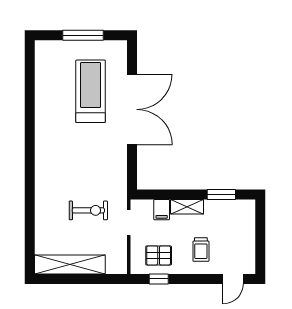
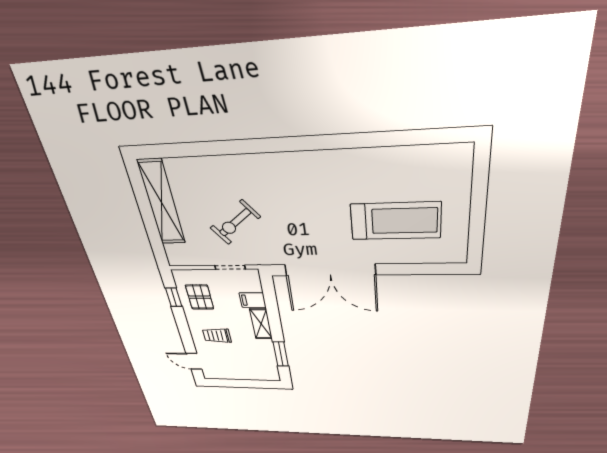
window: (83, 35) -> (478, 209), removed
double door: (132, 109) -> (330, 270), moved
exercise bike: (88, 210) -> (235, 222), turned 52

